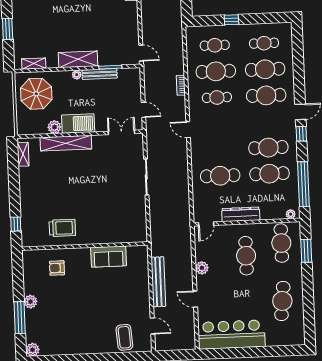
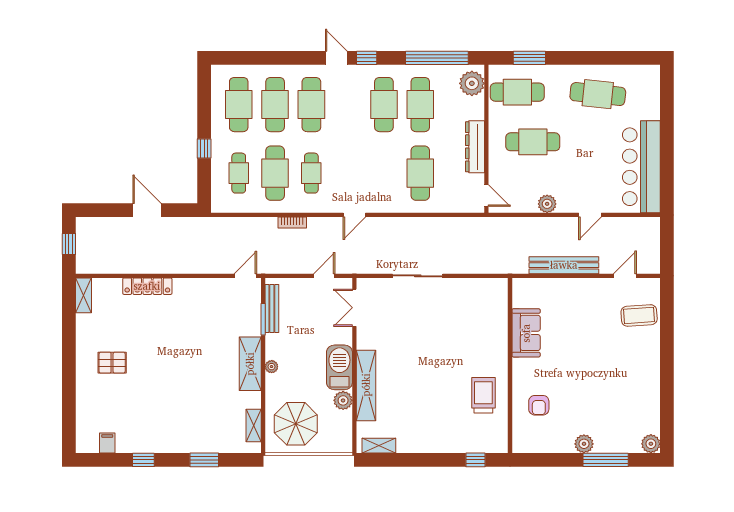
cafe table: (264, 43) -> (239, 105), width x1.37, depth x1.35
bench: (100, 74) -> (272, 308), moved
plant: (291, 214) -> (472, 83), width x1.87, depth x1.87

